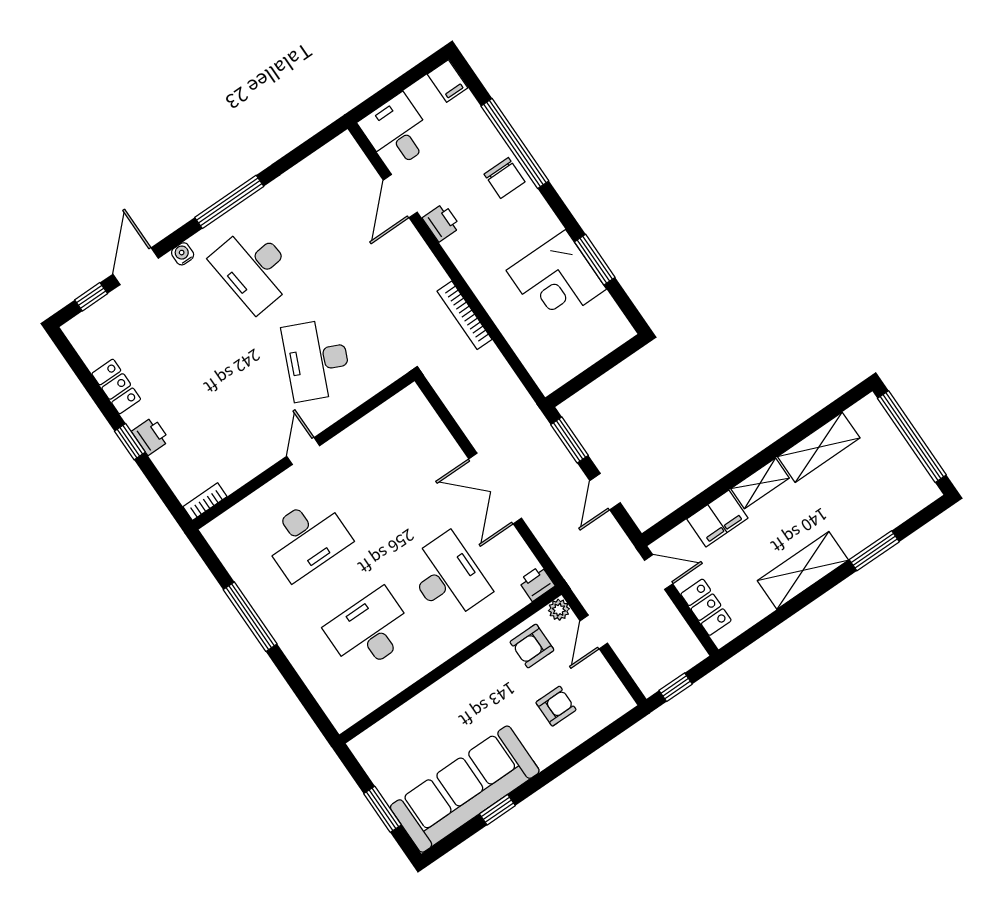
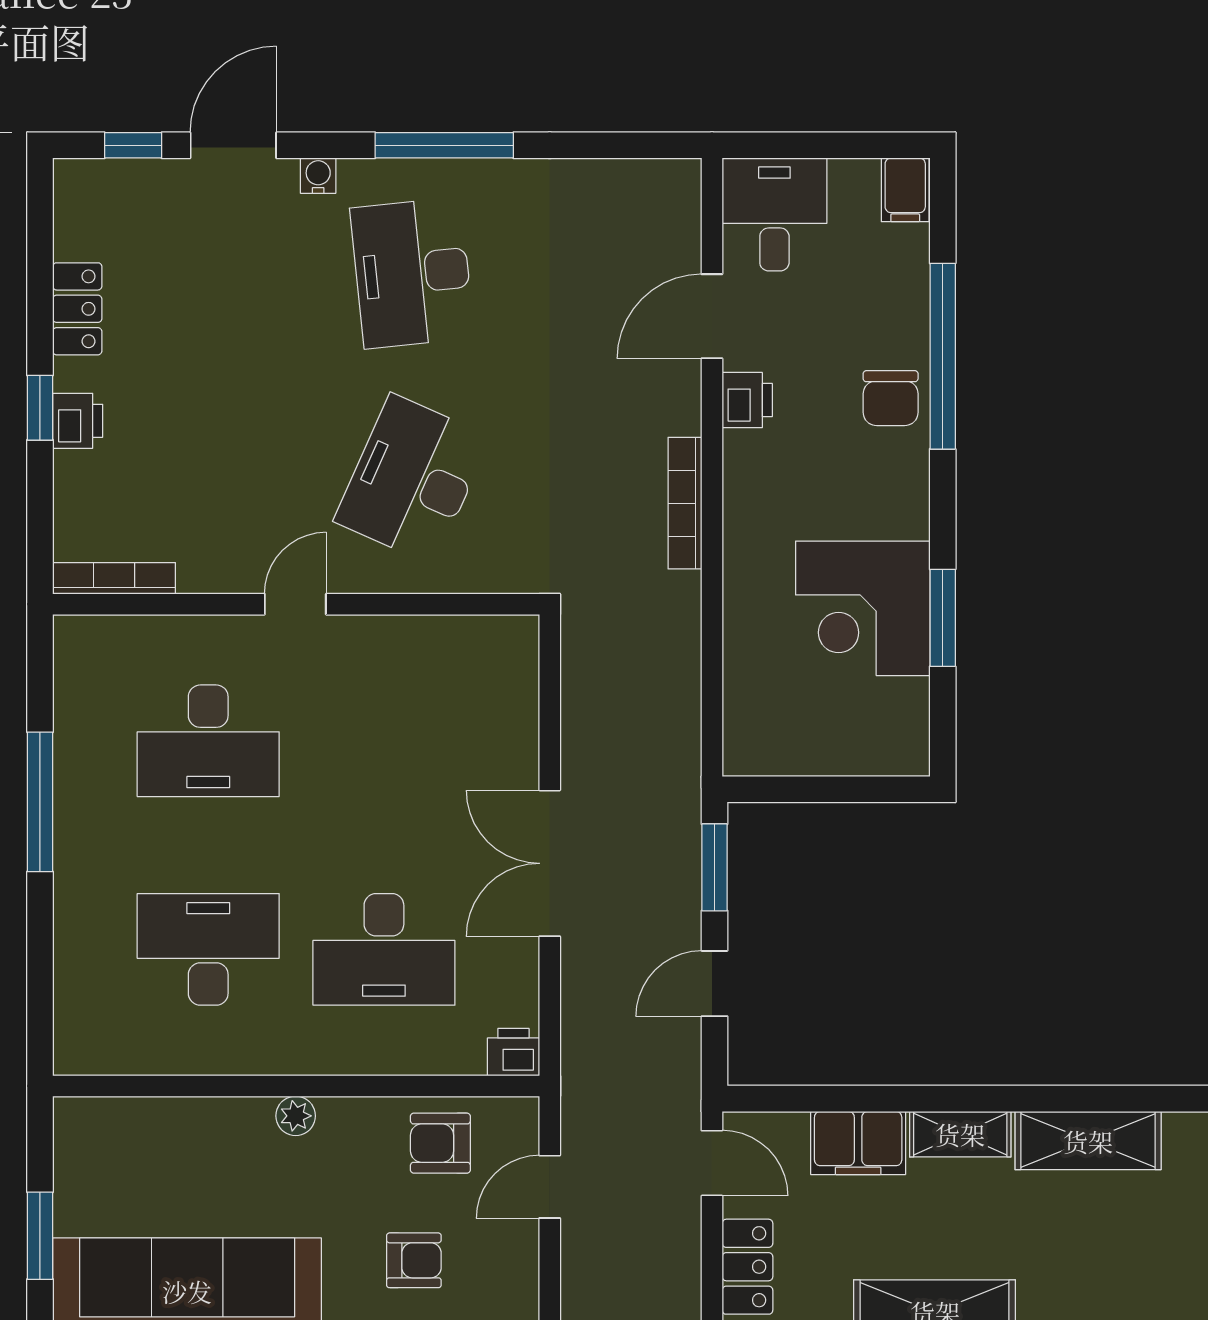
bookcase: (464, 315) -> (685, 503), moved
bookcase: (205, 502) -> (114, 578), width x1.56
desk: (448, 577) -> (384, 949), turned 90
plant: (559, 610) -> (296, 1116), moved

